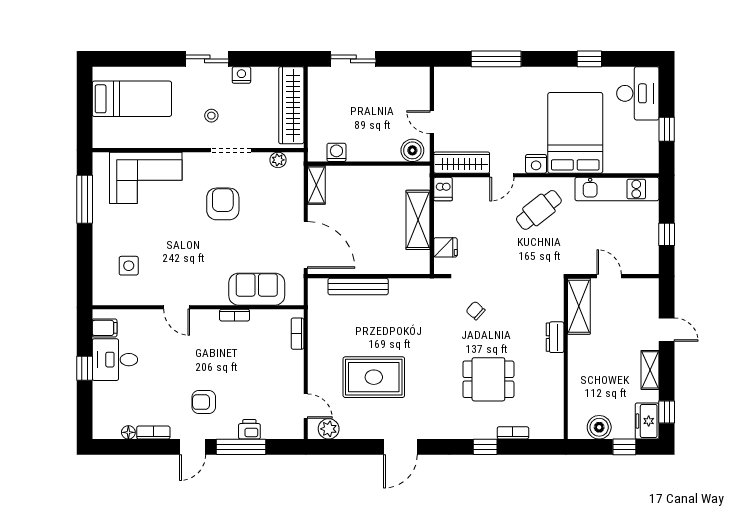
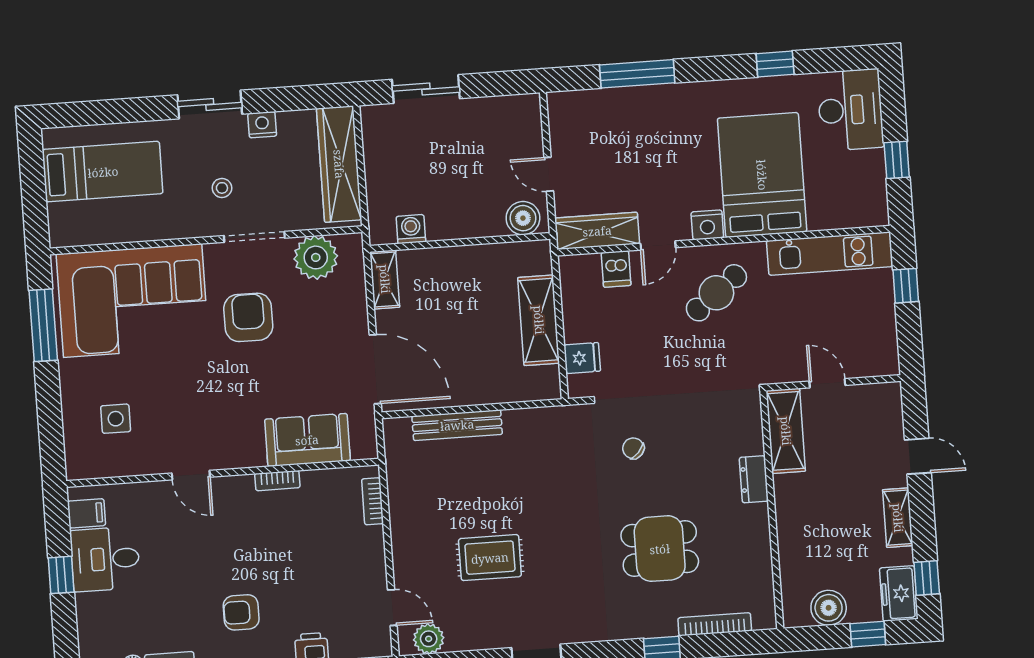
plant: (278, 160) -> (316, 257), width x1.88, depth x1.88
corner sofa: (146, 178) -> (133, 301), width x1.36, depth x1.36
dishwasher: (443, 189) -> (616, 269), moved
window: (667, 234) -> (906, 286), moved
rug: (374, 377) -> (490, 558), width x0.73, depth x0.70
bookcase: (513, 433) -> (715, 624), width x1.56

